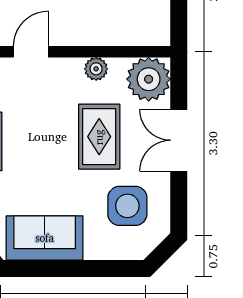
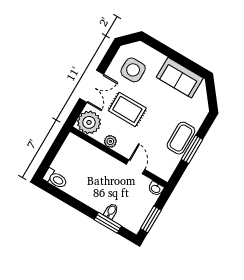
door: (31, 52) -> (136, 167), swing flipped
rug: (99, 137) -> (127, 109), turned 90

